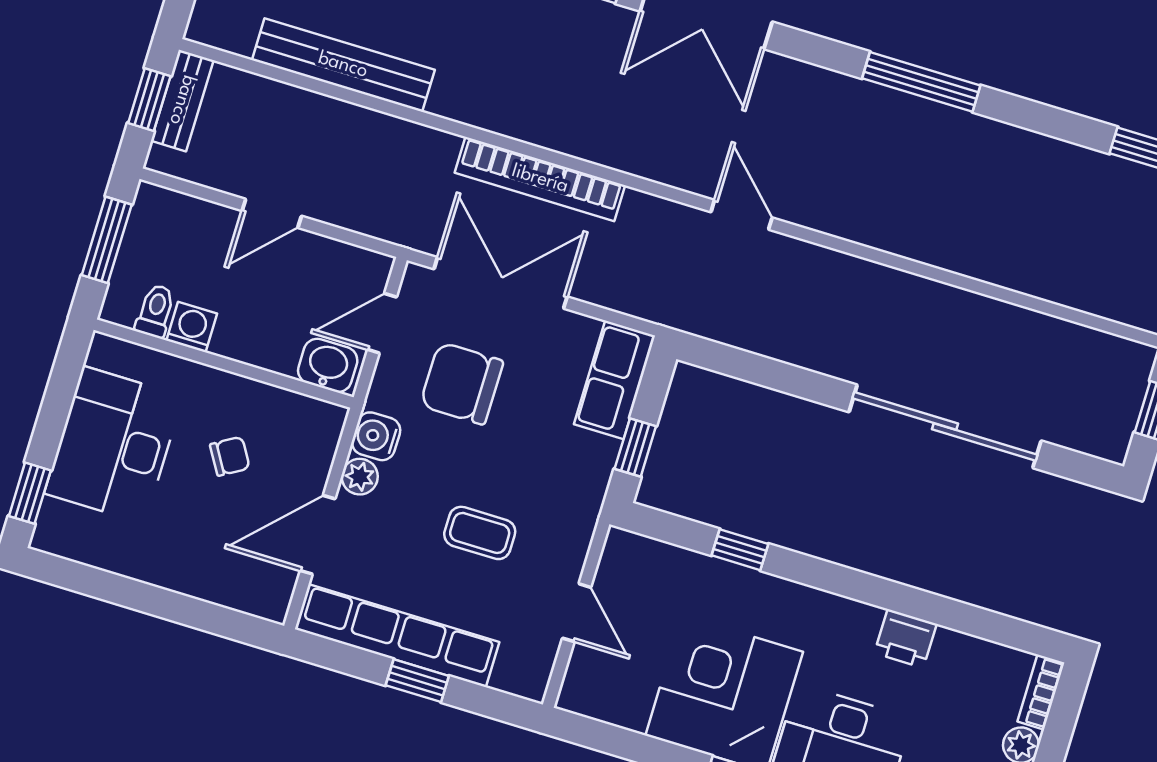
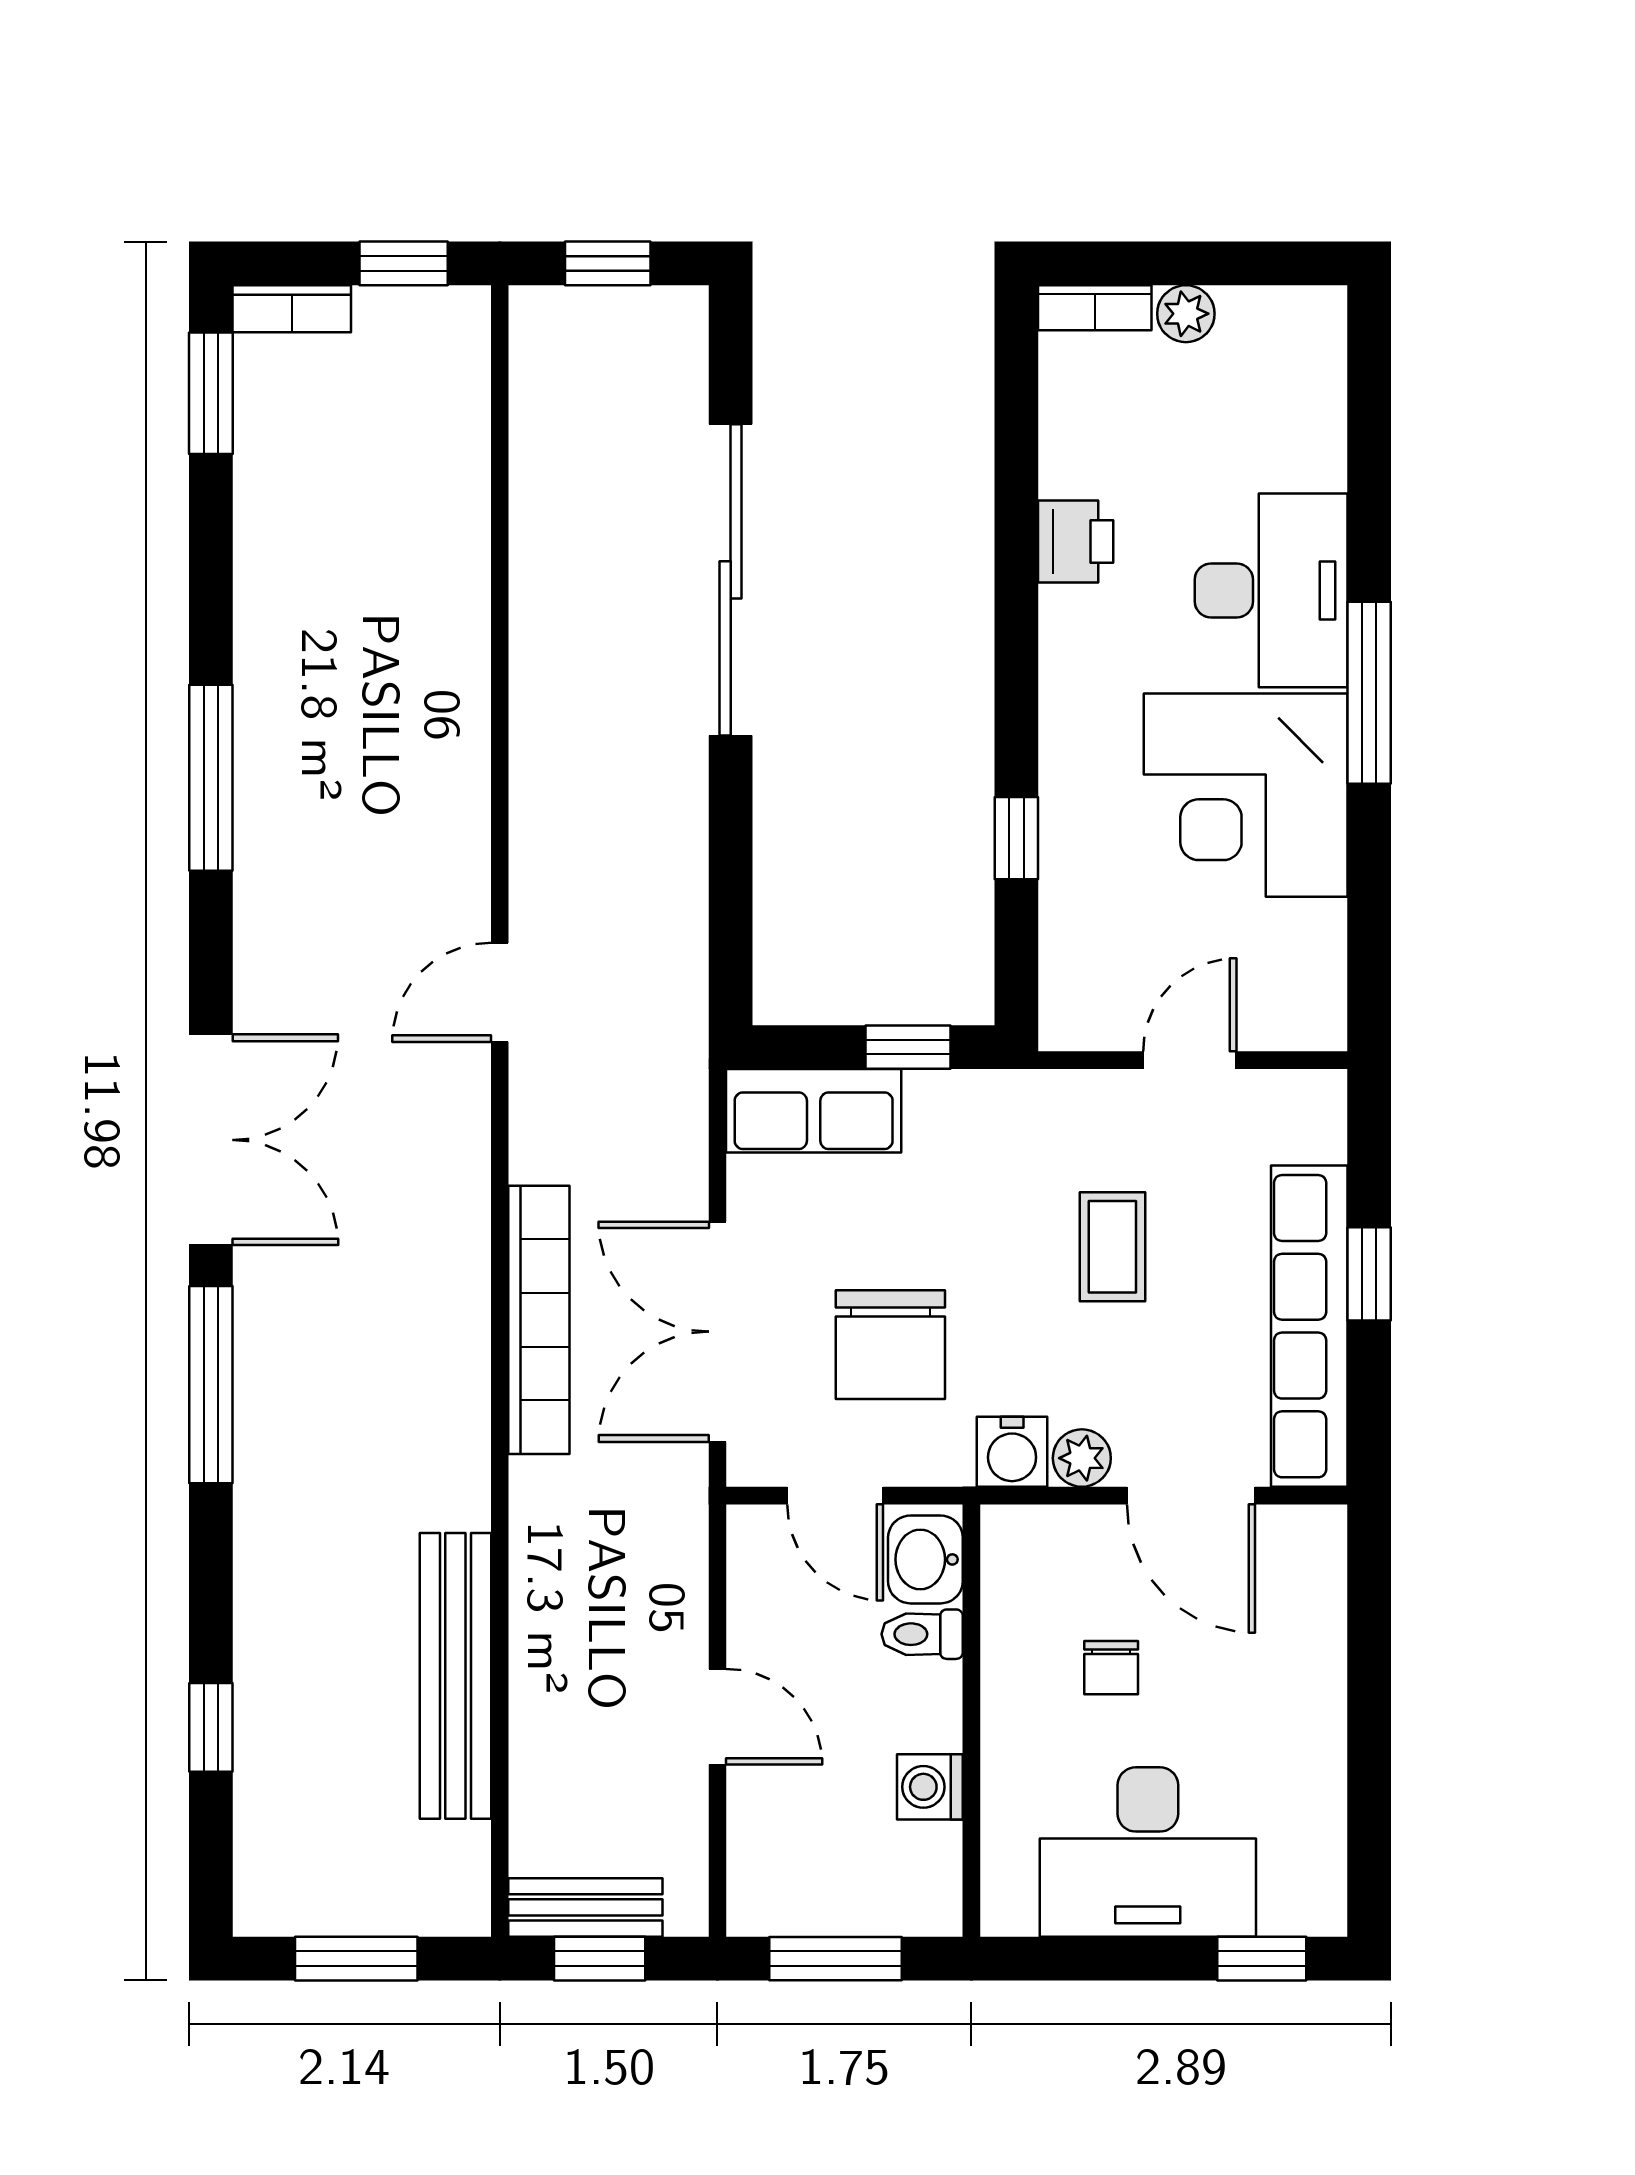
toilet: (155, 311) -> (922, 1634), moved
chair: (230, 456) -> (1111, 1668), turned -149

